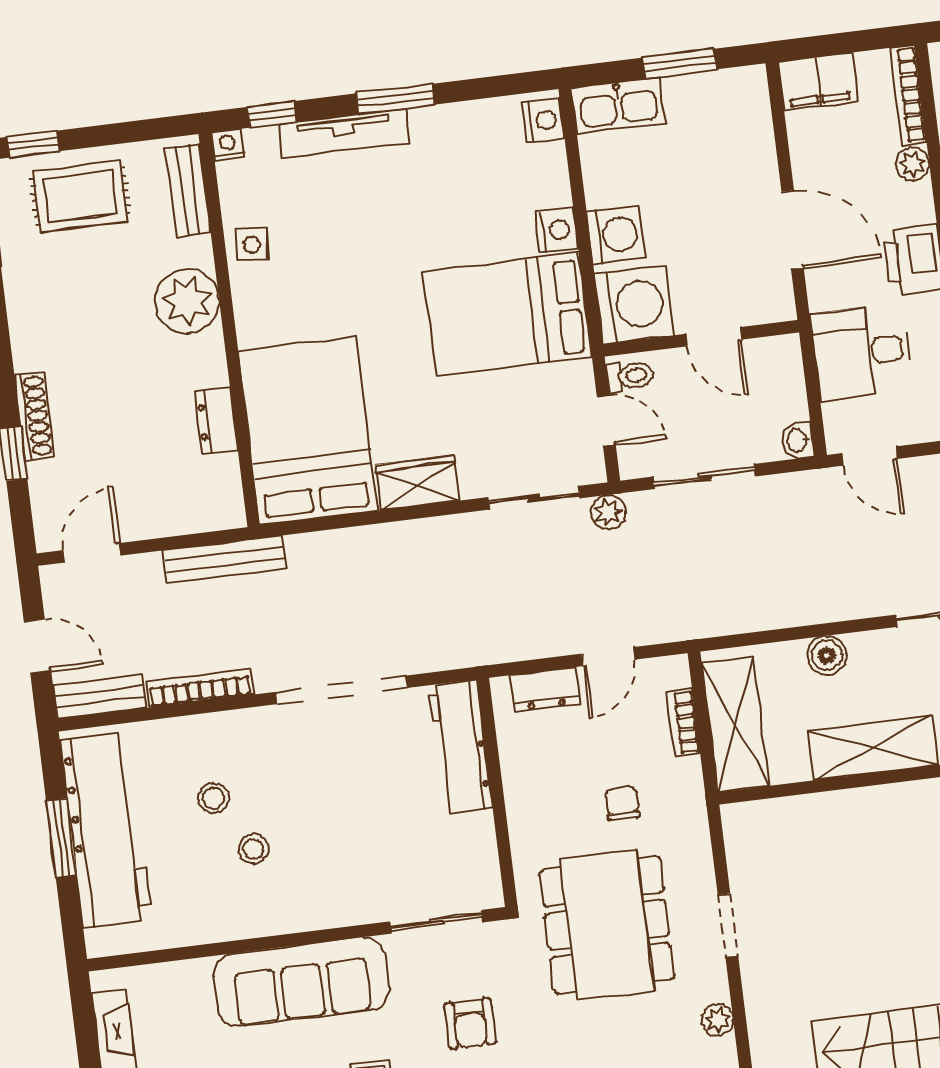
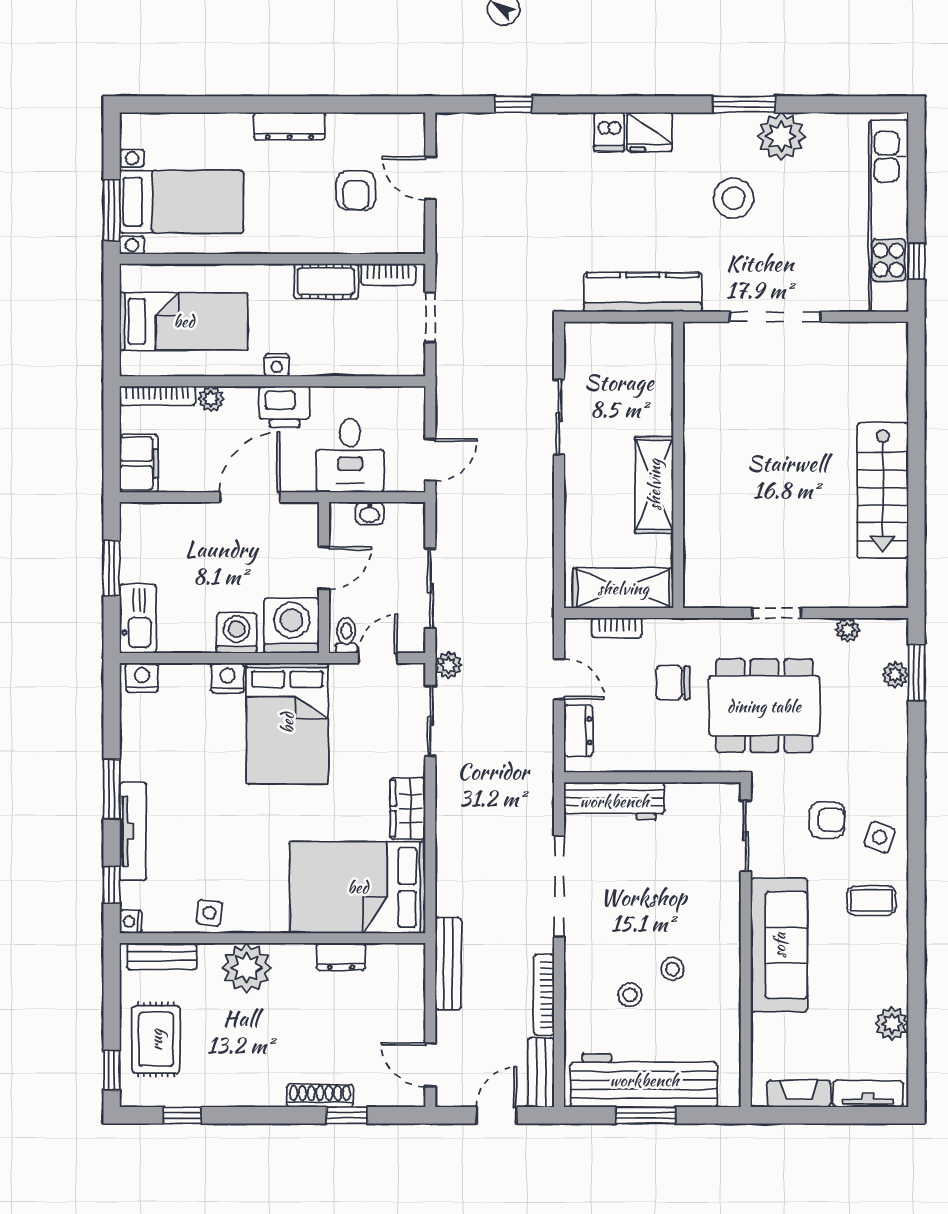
washbasin: (798, 440) -> (370, 513), moved
boiler: (827, 655) -> (579, 511), removed
chair: (622, 804) -> (673, 683), width x1.37, depth x1.37

